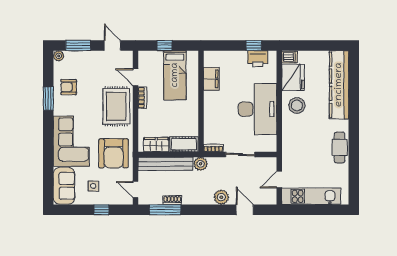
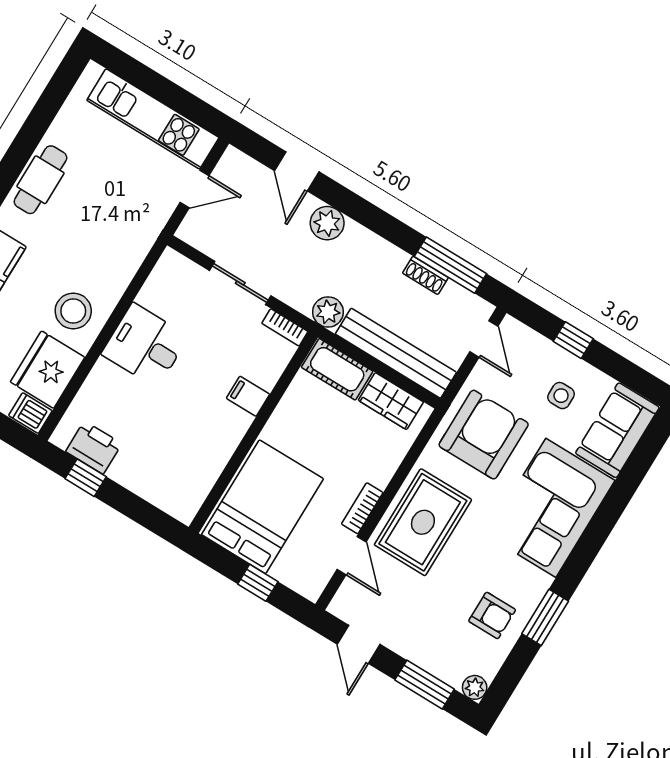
bed: (175, 75) -> (262, 507), width x1.50
filing cabinet: (211, 79) -> (248, 396), moved, width x0.50
desk: (257, 109) -> (145, 345), width x0.53, depth x0.77

